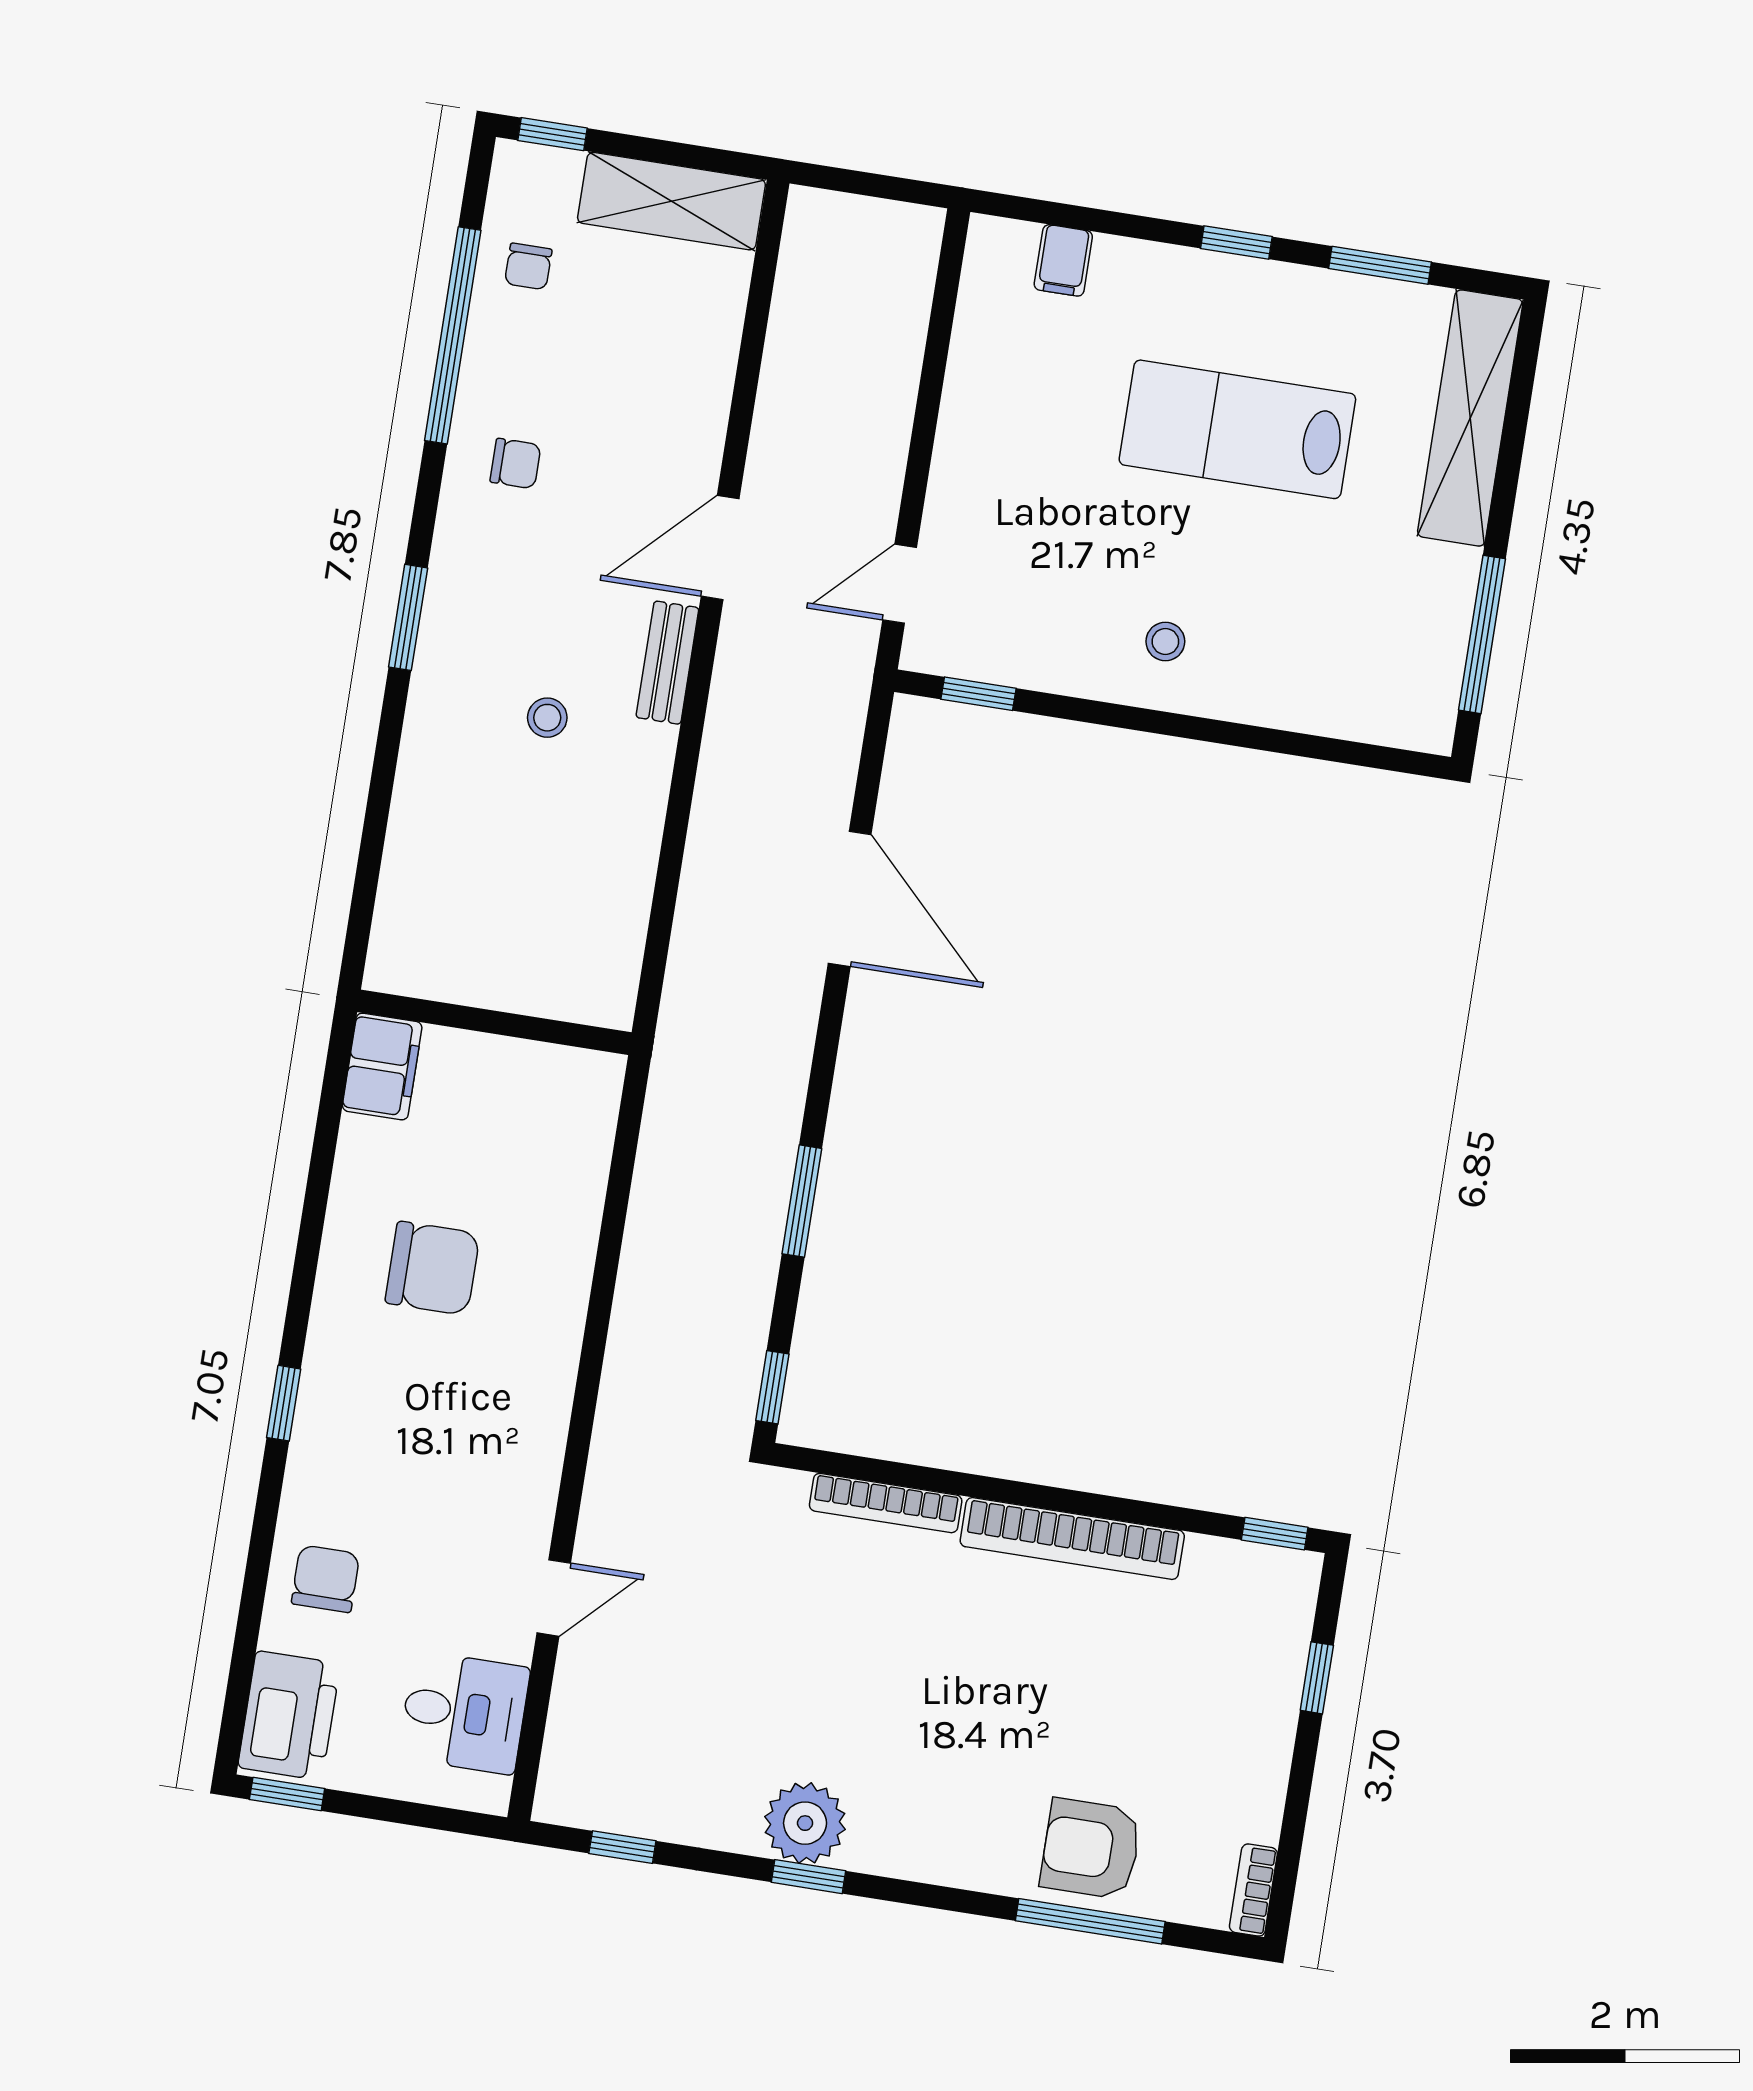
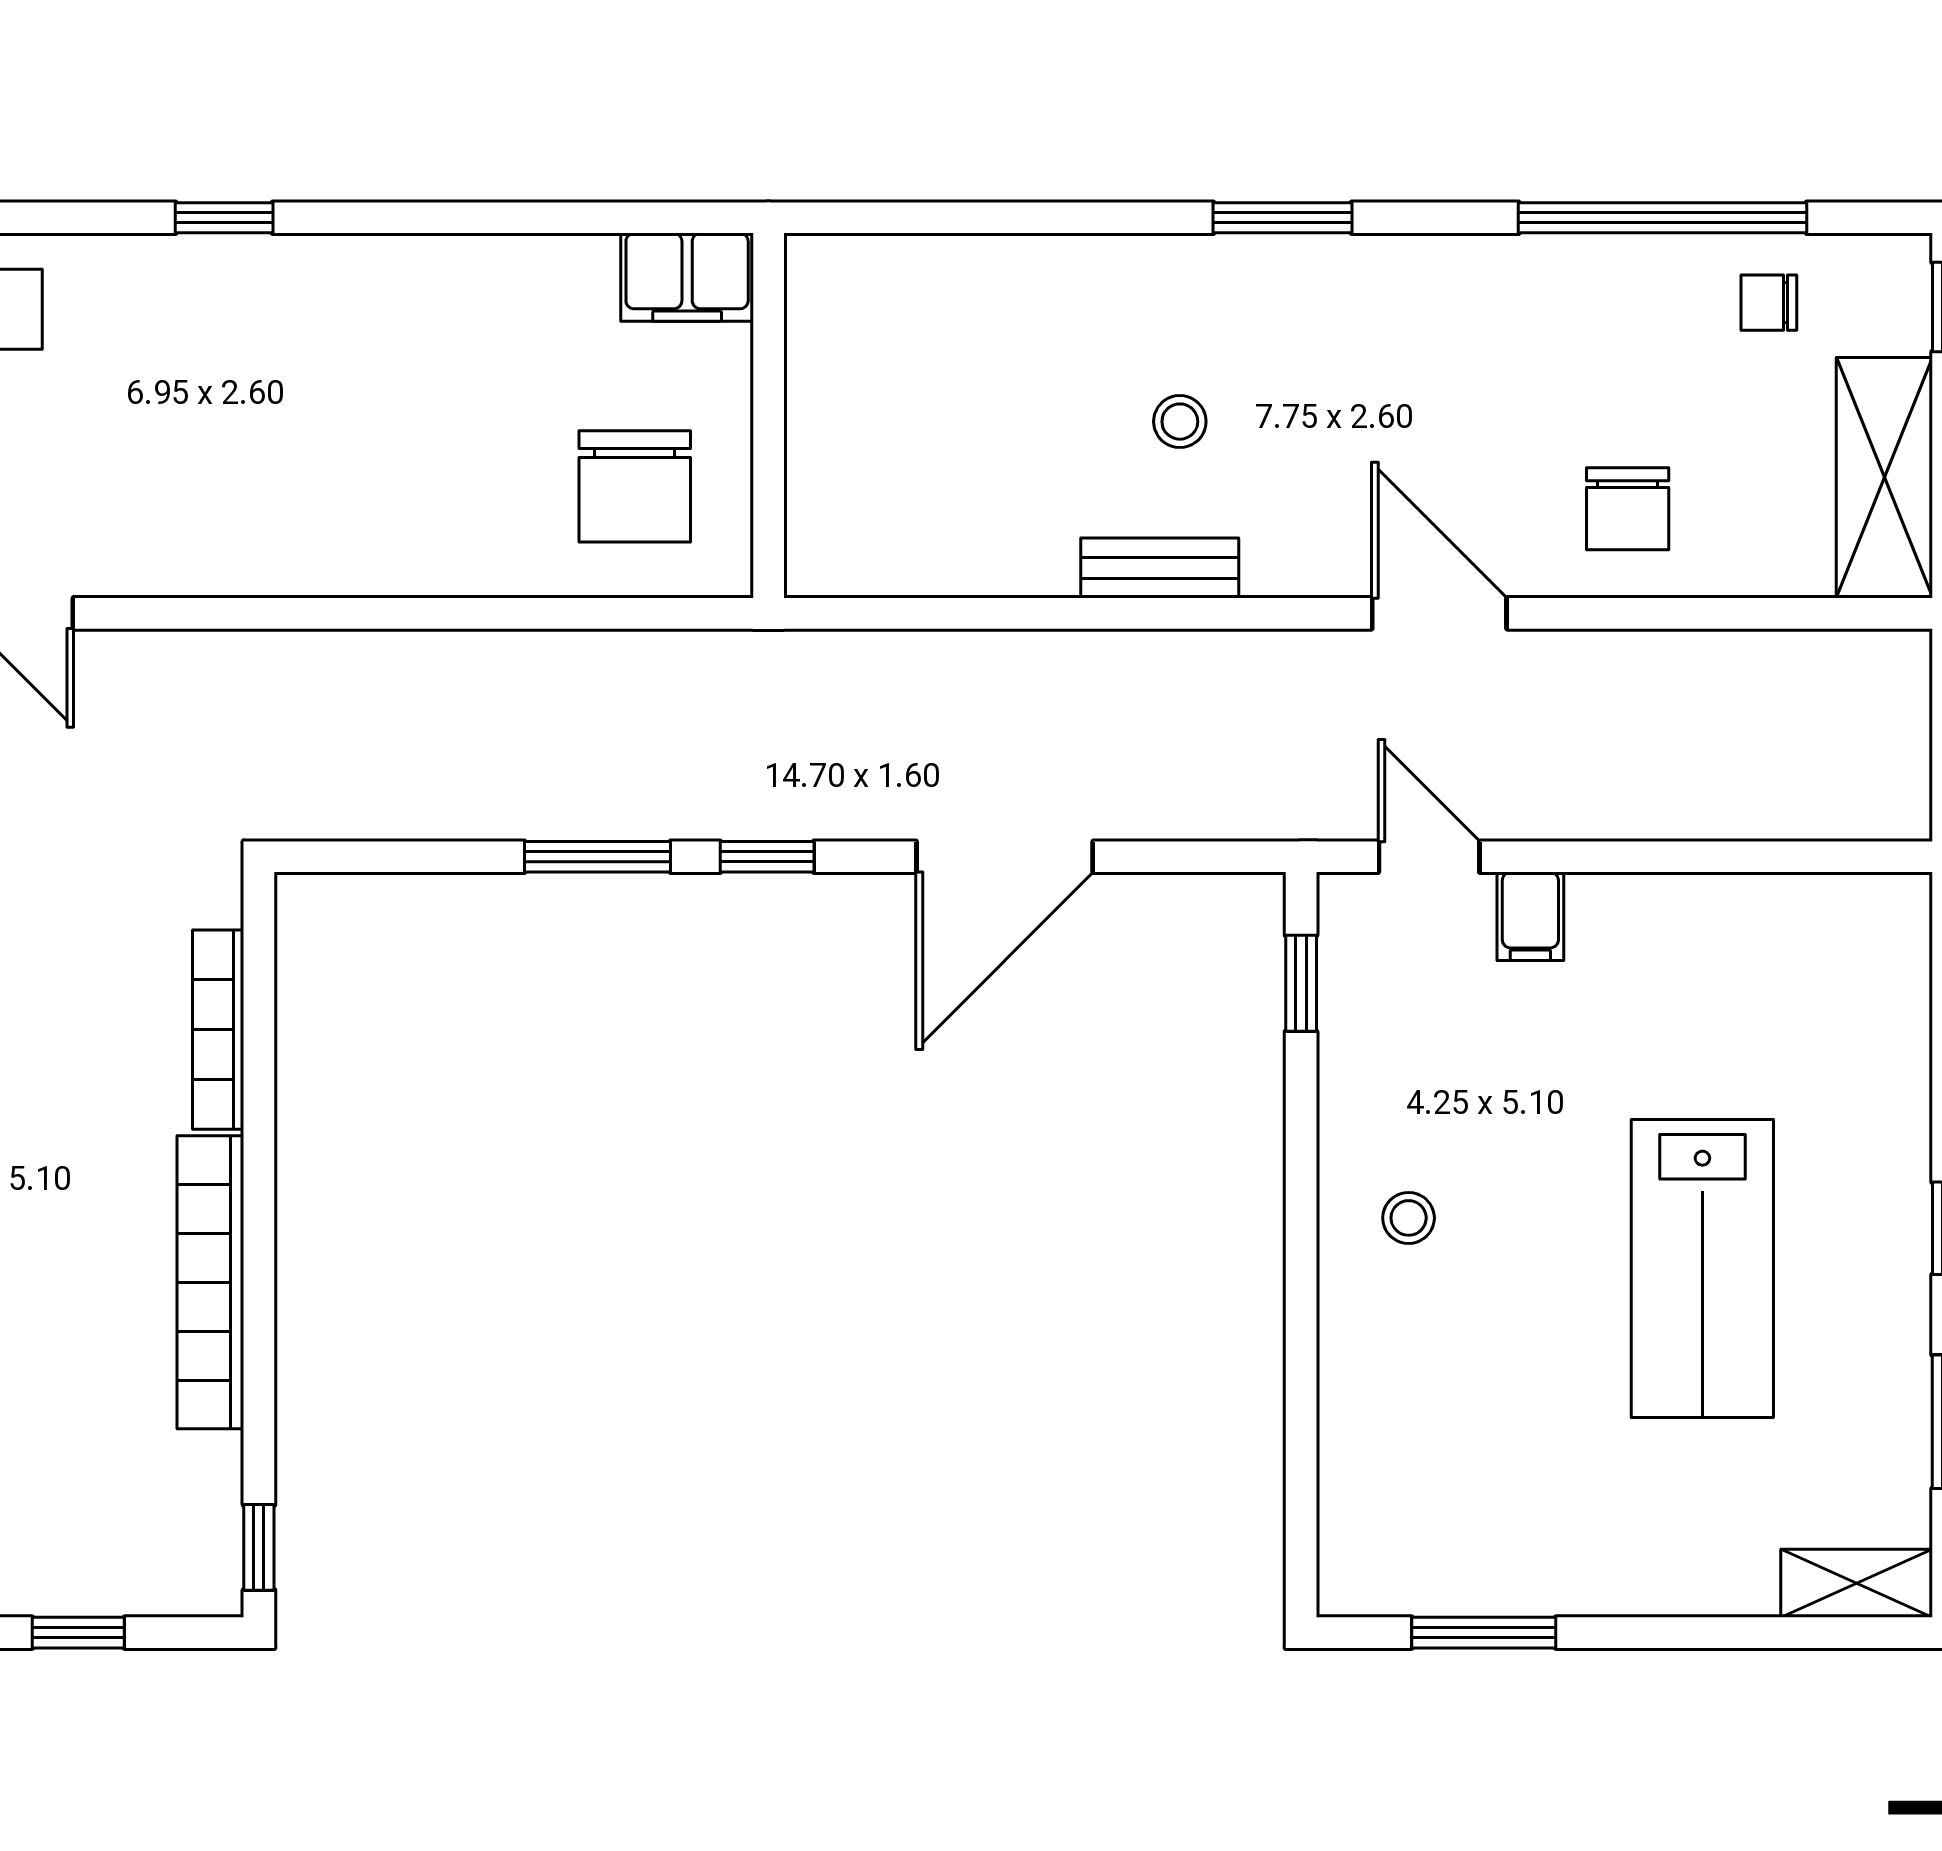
filing cabinet: (1063, 260) -> (1530, 916), moved, turned -90
shelving: (1470, 418) -> (1857, 1583), width x0.45, depth x0.75
lab bench: (1237, 429) -> (1702, 1269), turned 180
chair: (515, 464) -> (1628, 509), moved, width x1.37, depth x1.37
window: (1482, 634) -> (1484, 1633), width x0.69
bench: (667, 663) -> (1160, 568), moved
chair: (432, 1268) -> (635, 486), moved
window: (772, 1387) -> (767, 857), moved

